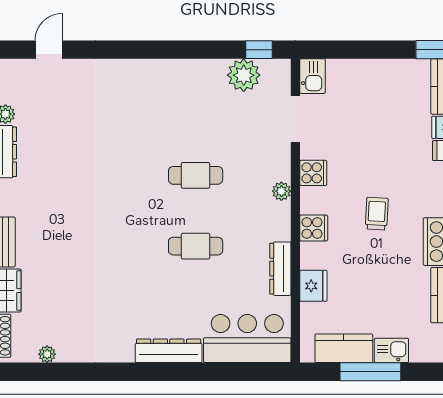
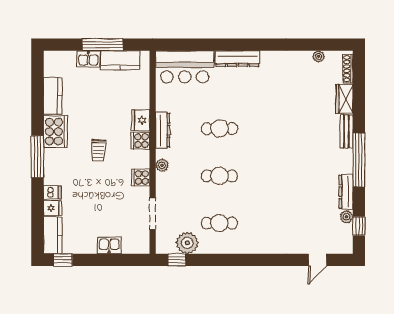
kitchen sink: (312, 76) -> (109, 245), moved, turned 90
cafe table: (196, 105) -> (219, 223), added
dresser: (280, 269) -> (163, 130), moved
fridge: (313, 286) -> (141, 120), moved

